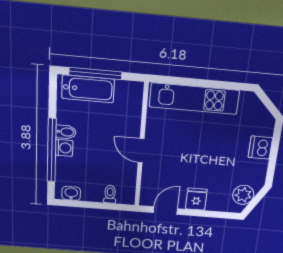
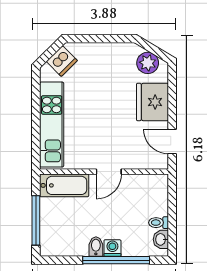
bathtub: (88, 89) -> (64, 185), moved, turned 90
dishwasher: (260, 148) -> (62, 61), moved, turned -45
toilet: (110, 194) -> (159, 223), moved
fridge: (196, 199) -> (153, 102), width x1.88, depth x1.34

